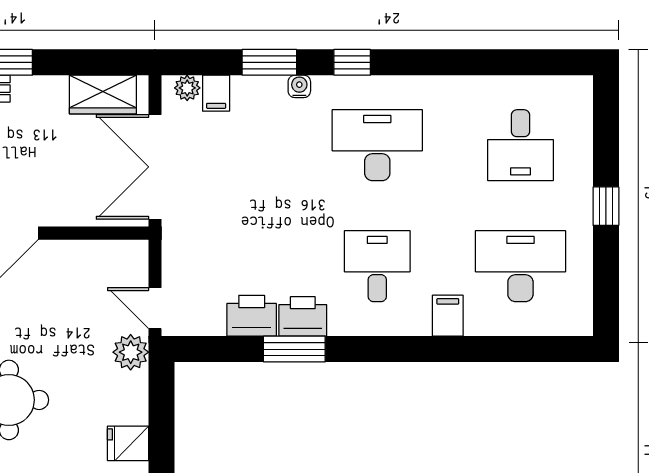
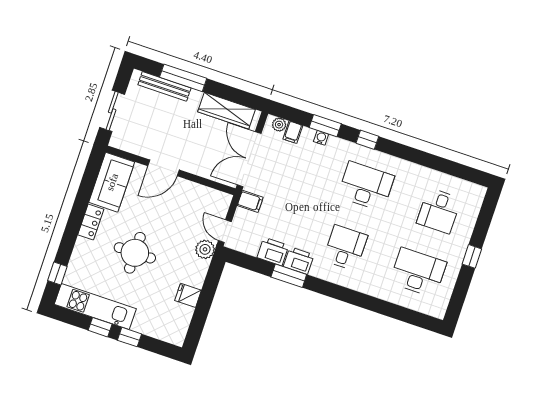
water cooler: (299, 86) -> (321, 138), moved
wardrobe: (103, 95) -> (226, 111), width x1.50
filing cabinet: (448, 316) -> (250, 201), moved, turned 90

